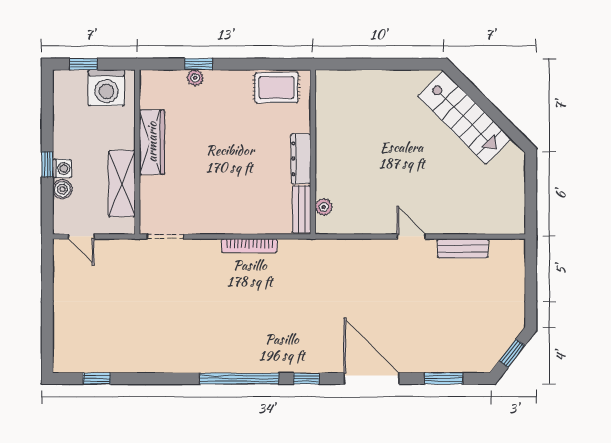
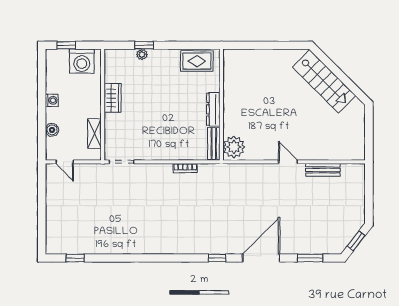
wardrobe: (152, 142) -> (113, 98), width x0.67
window: (47, 164) -> (42, 113), removed
washing machine: (62, 168) -> (52, 100), moved
shelving: (122, 184) -> (94, 134), width x0.67, depth x0.75
plant: (324, 207) -> (234, 147), width x1.88, depth x1.88
bookcase: (249, 246) -> (185, 168), width x0.64
window: (239, 379) -> (172, 258), removed
door: (371, 379) -> (261, 258), hinge flipped

